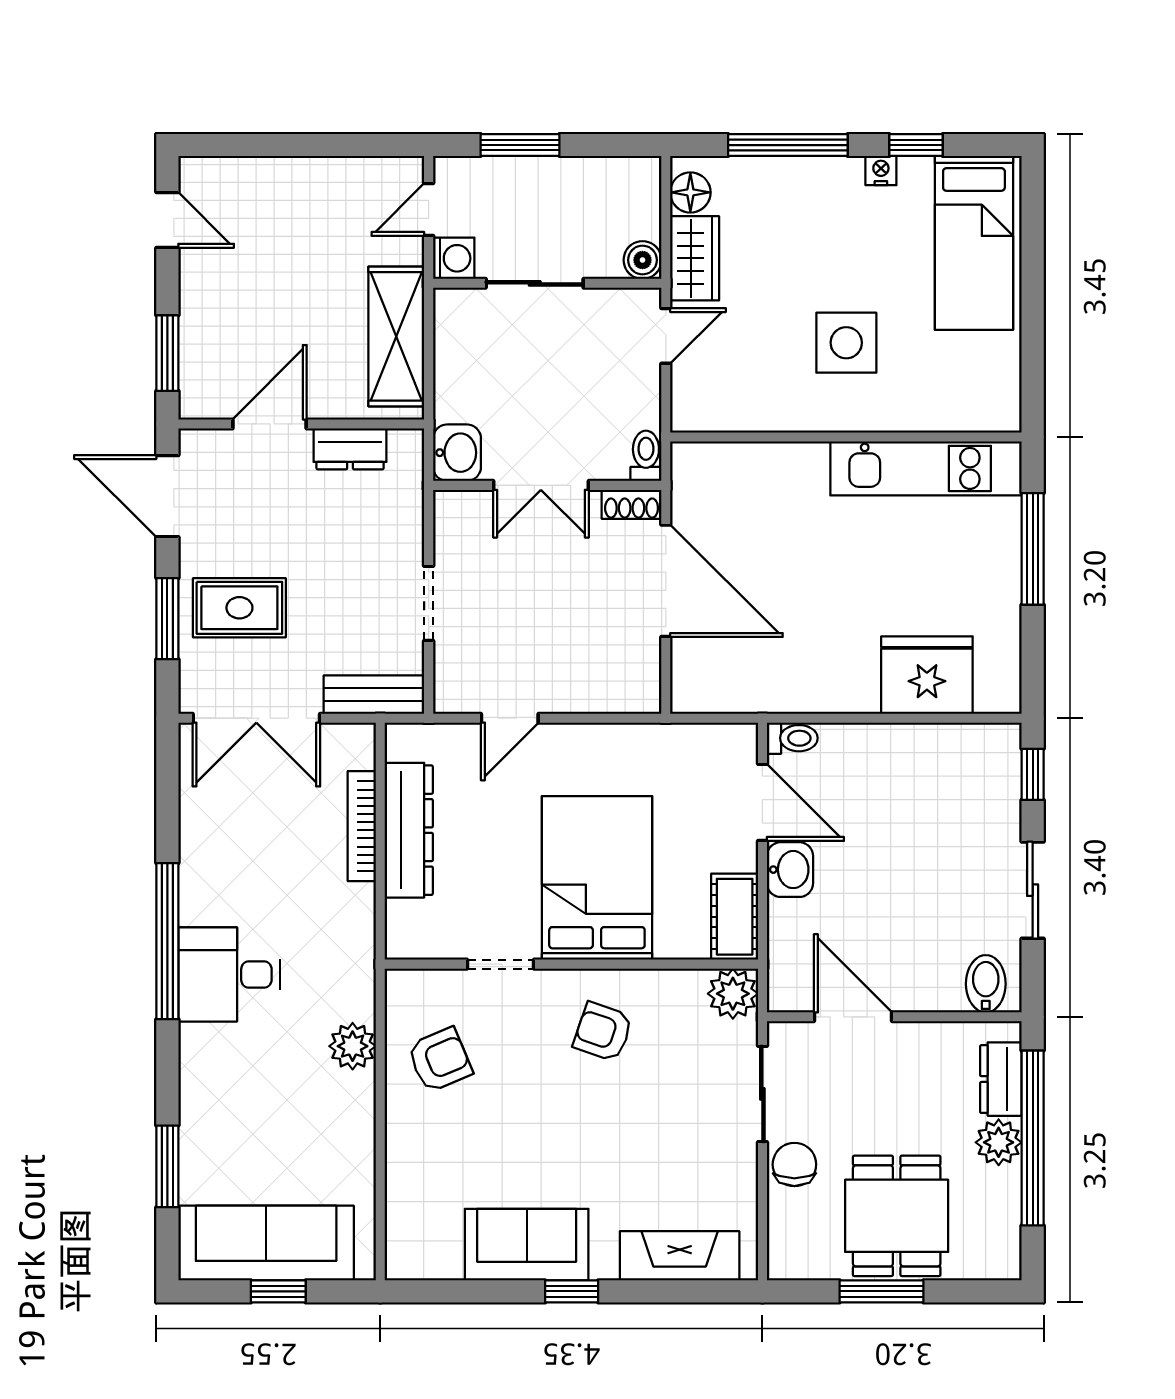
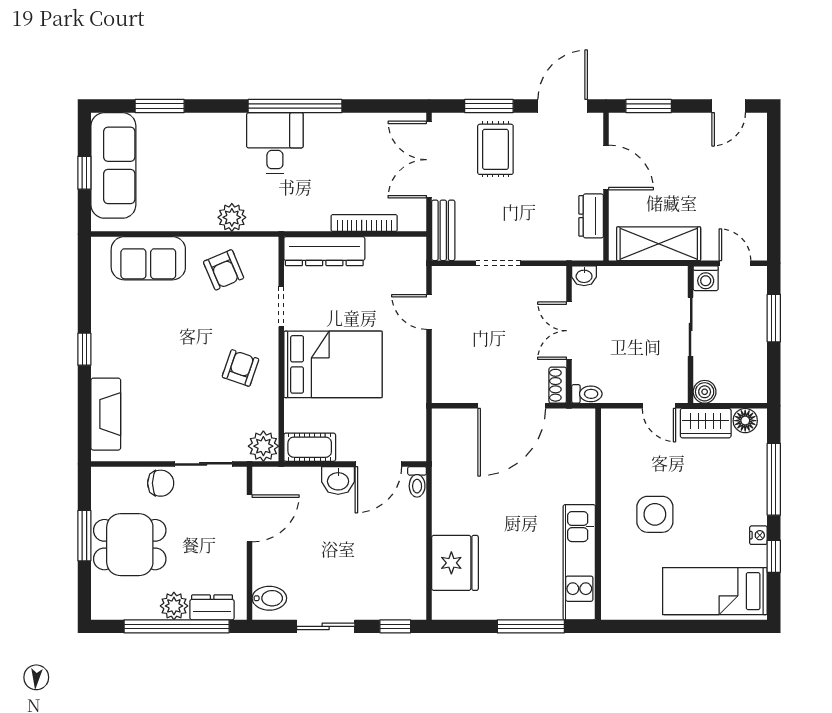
washbasin: (457, 453) -> (584, 276), width x0.72, depth x0.69
dresser: (409, 830) -> (324, 251), moved
sofa: (527, 1245) -> (148, 258), moved, turned 90

